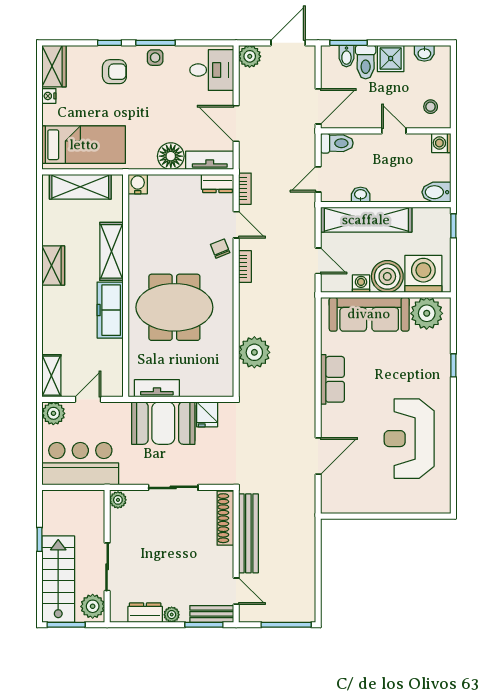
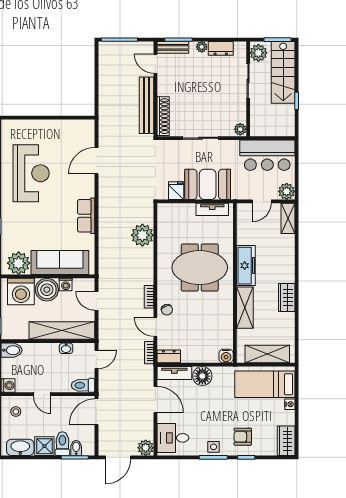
washbasin: (424, 53) -> (20, 447), width x1.91, depth x1.45
nightstand: (49, 96) -> (290, 404), moved

